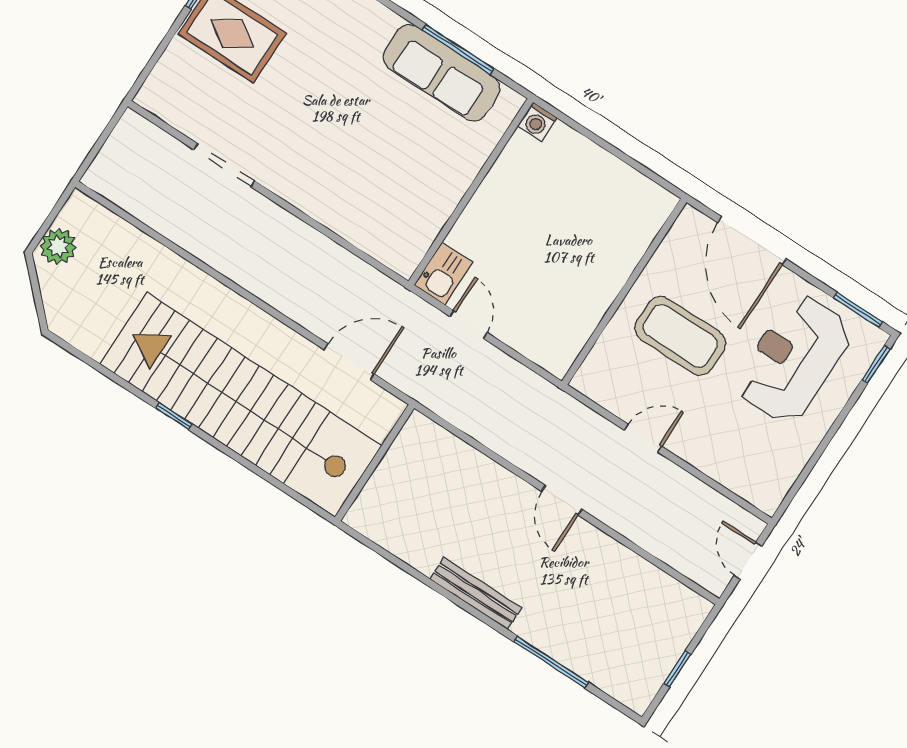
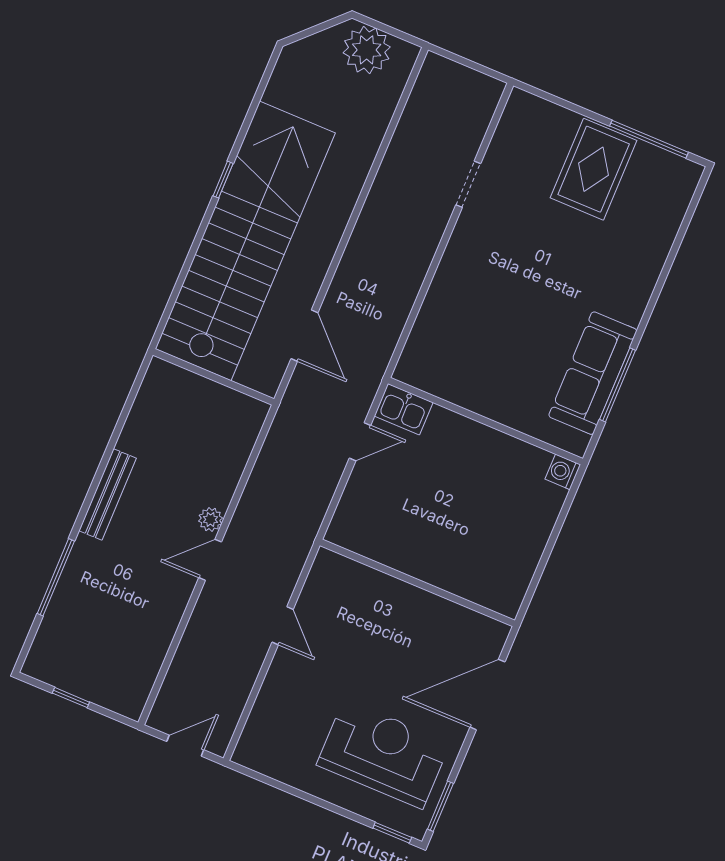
doorway: (224, 165) -> (468, 184), width x0.73
plant: (58, 246) -> (367, 50), width x1.36, depth x1.36
coffee table: (680, 336) -> (386, 643), removed
plant: (520, 492) -> (210, 519), added

